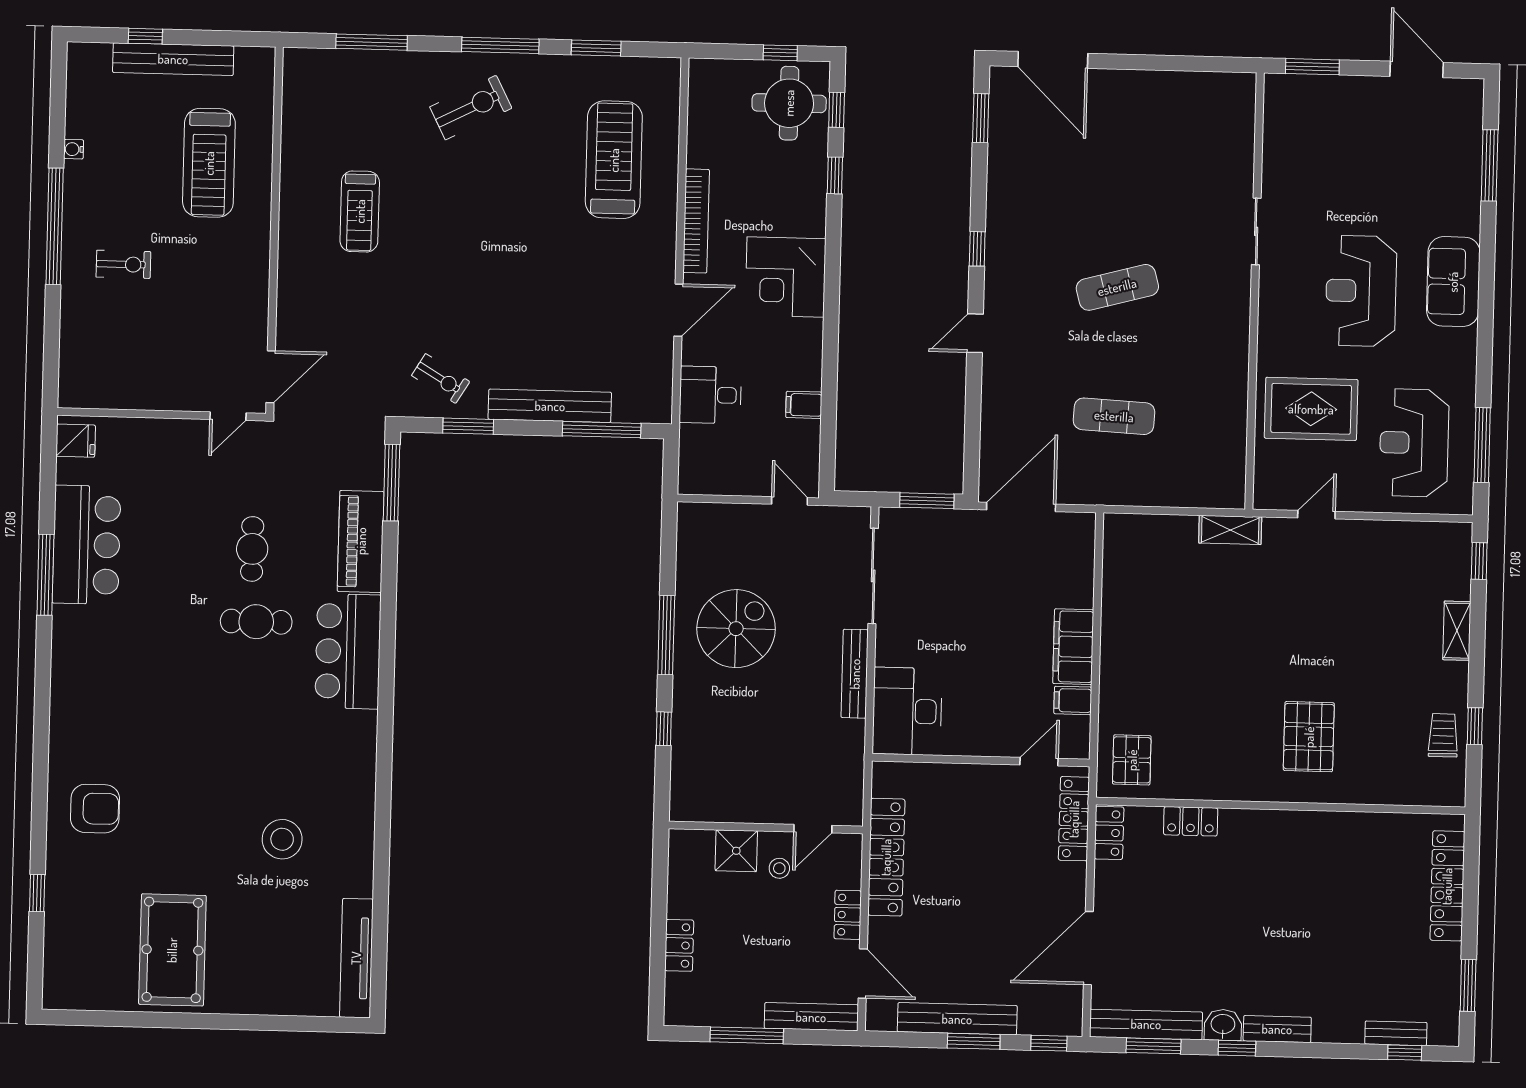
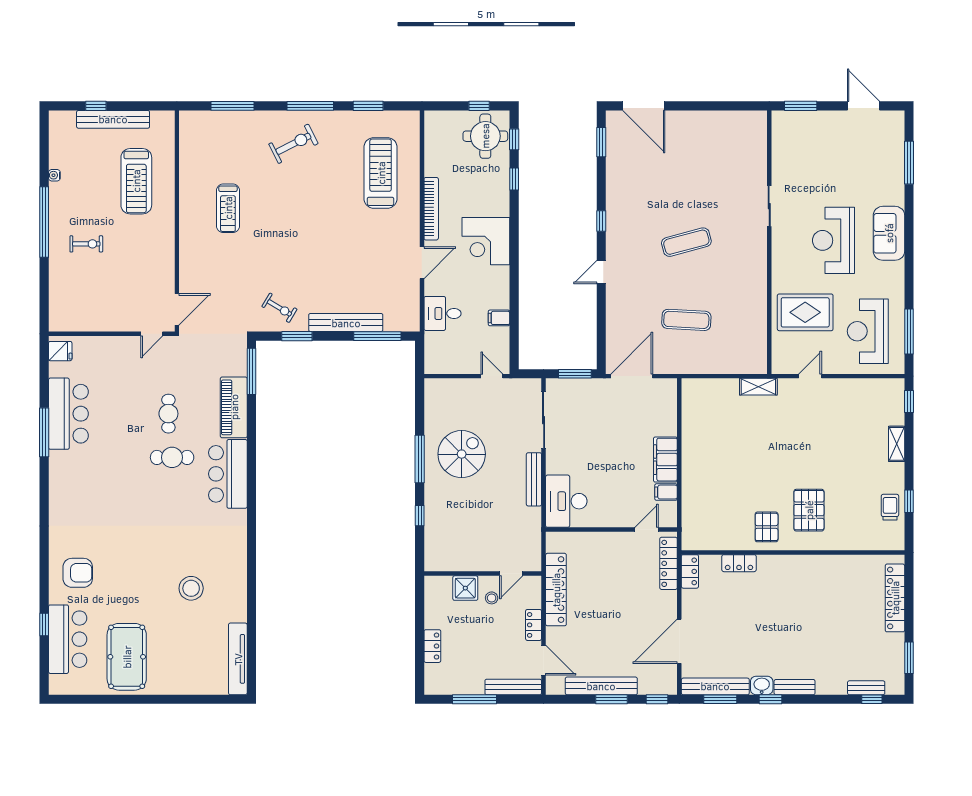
pallet: (1132, 760) -> (767, 527), moved
bar counter: (75, 918) -> (68, 639), added

